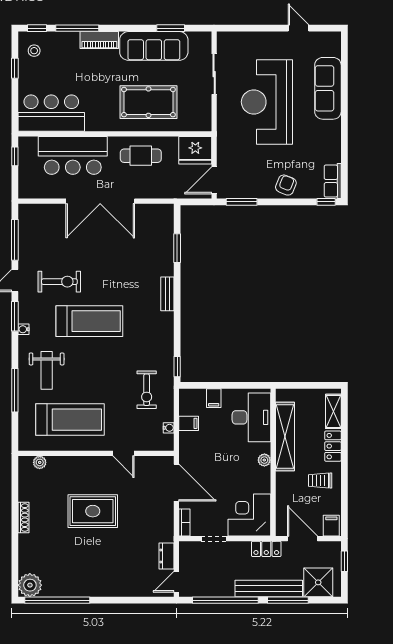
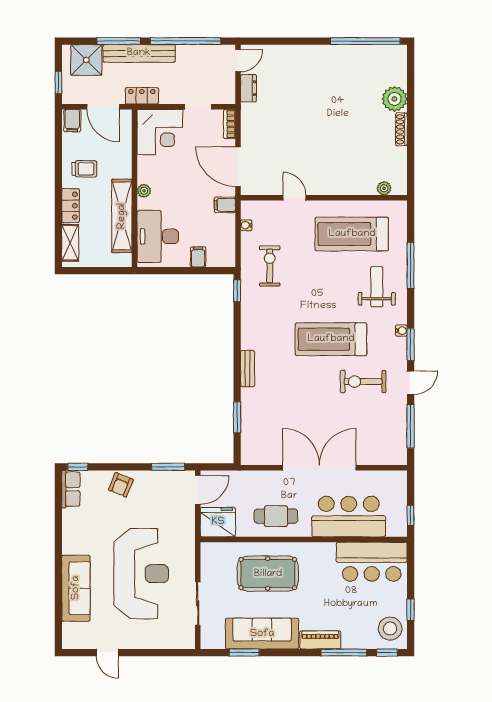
stool: (34, 51) -> (390, 629), width x1.89, depth x1.89
filing cabinet: (189, 423) -> (225, 205), moved
rug: (93, 511) -> (327, 136), removed
plant: (30, 585) -> (394, 99), moved

